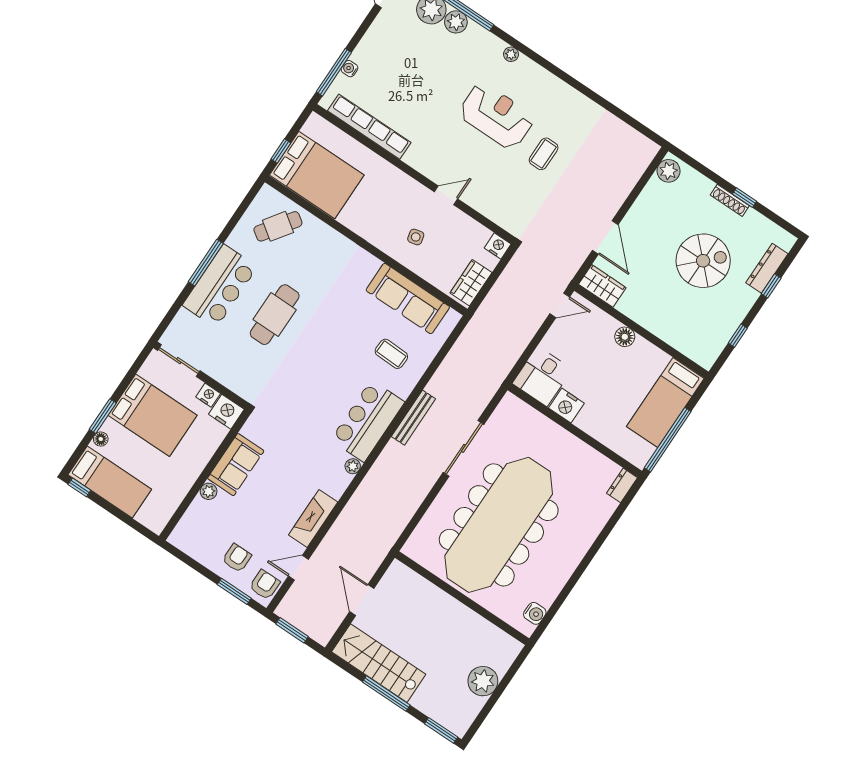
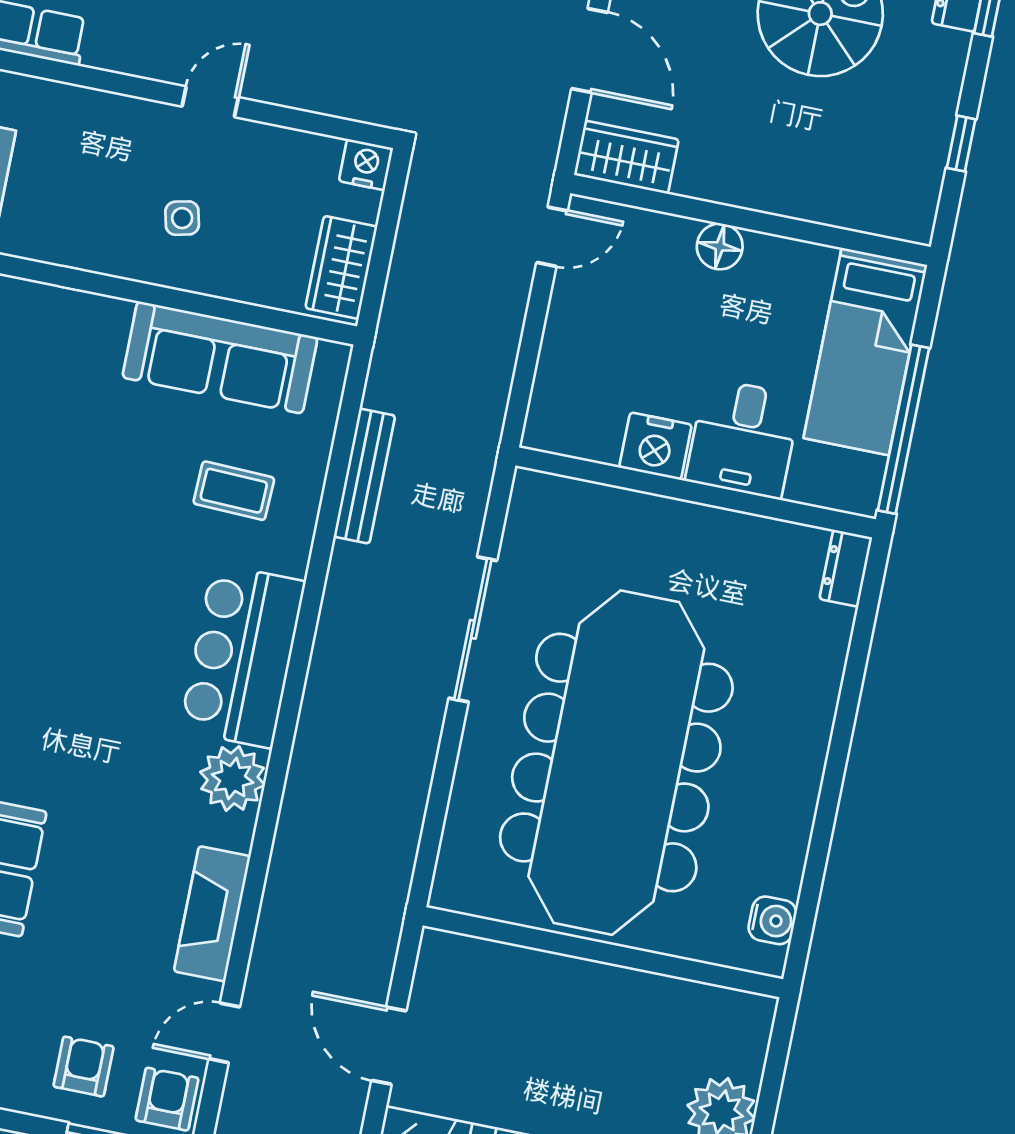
desk: (542, 376) -> (743, 438), moved
bench: (413, 418) -> (364, 476), moved
plant: (353, 466) -> (233, 778), width x1.88, depth x1.88

